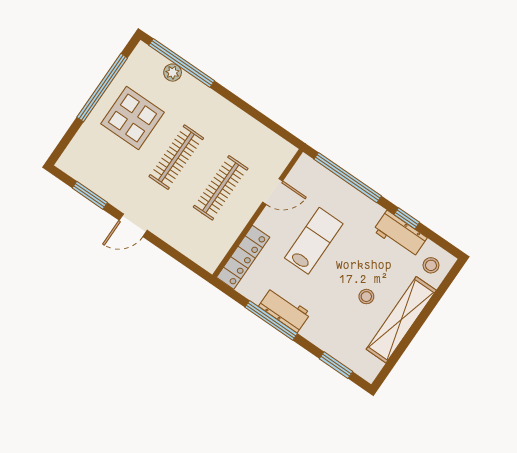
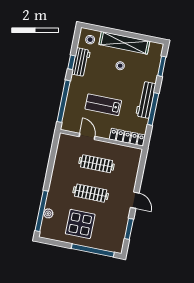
window: (102, 88) -> (93, 250), moved
workbench: (284, 310) -> (146, 100), width x1.38

